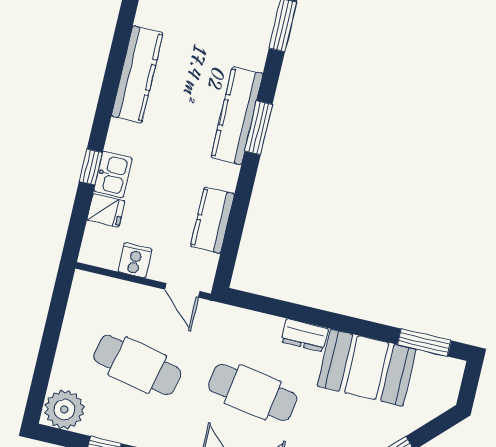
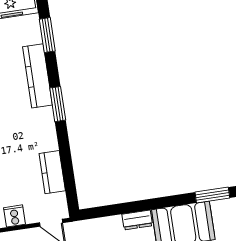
kitchen counter: (237, 116) -> (37, 76), moved

